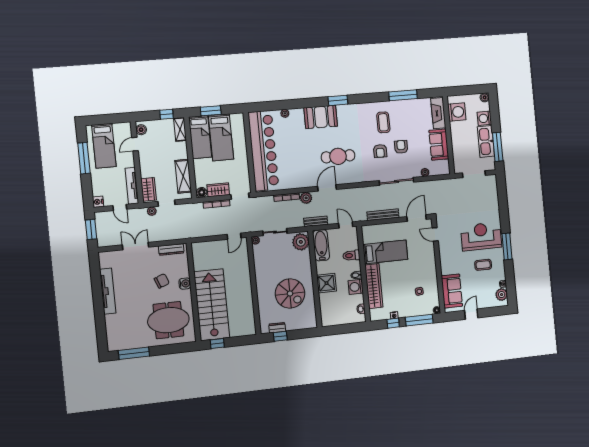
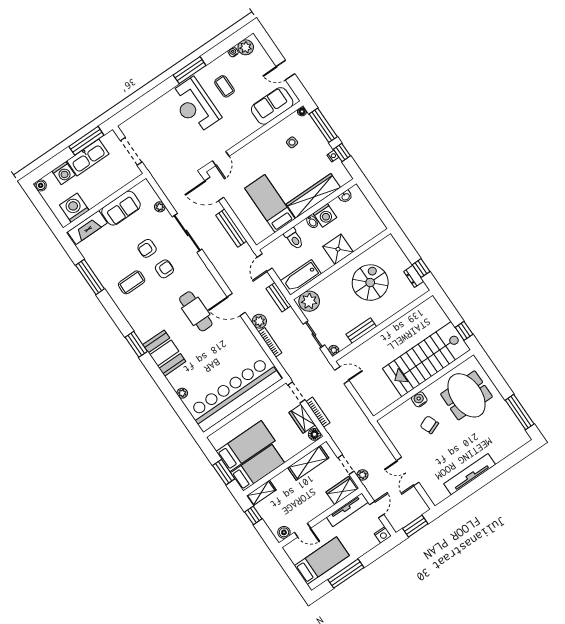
dresser: (171, 250) -> (391, 433), removed
bench: (259, 268) -> (361, 330), added

